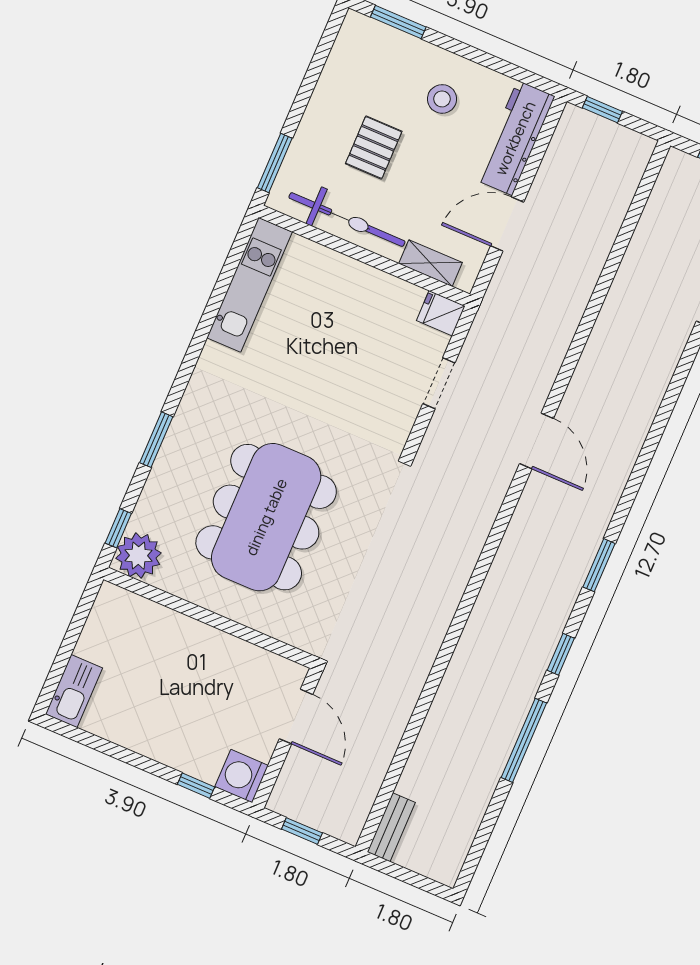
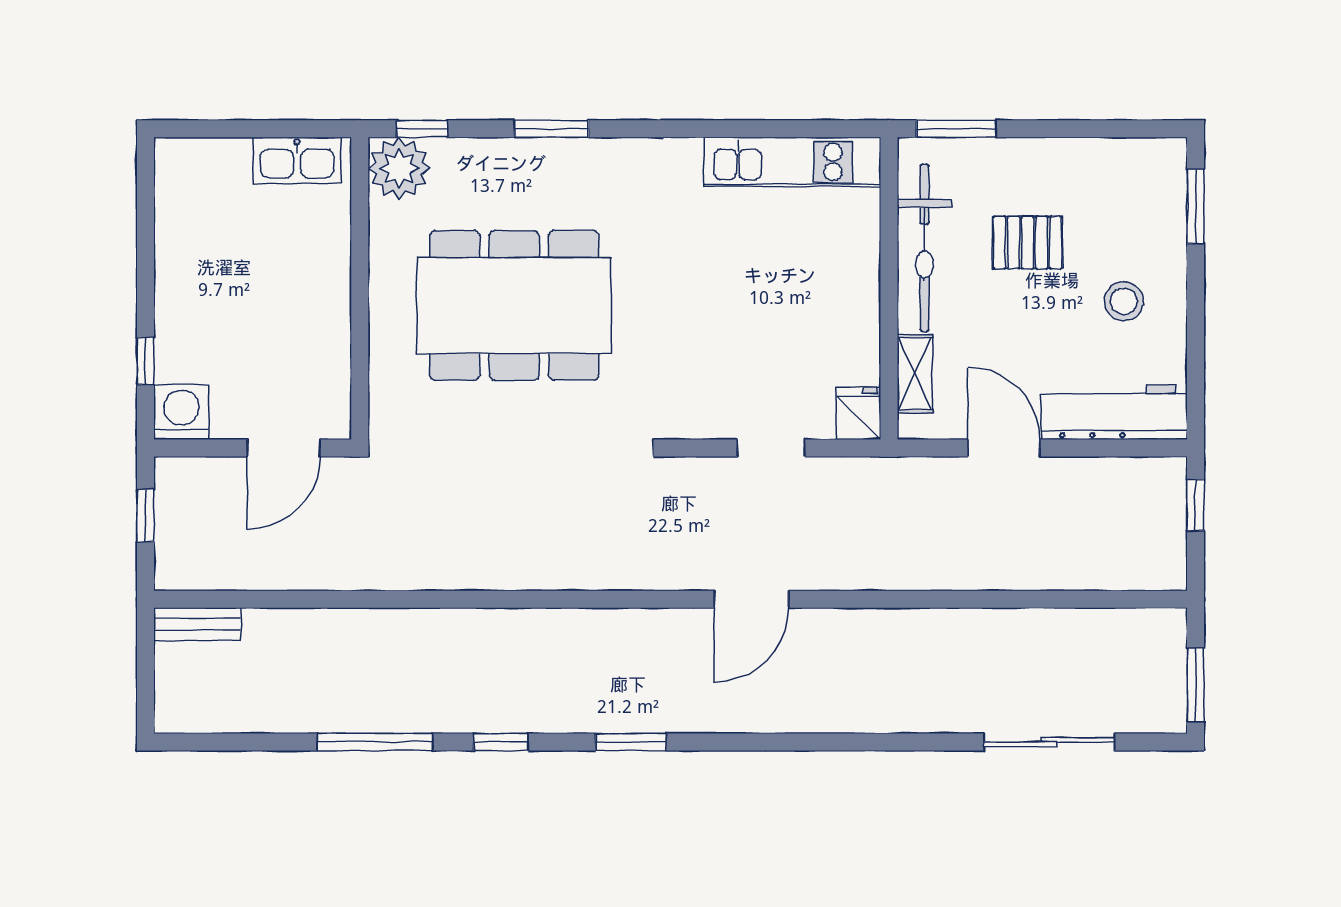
kitchen sink: (74, 691) -> (297, 160), moved

